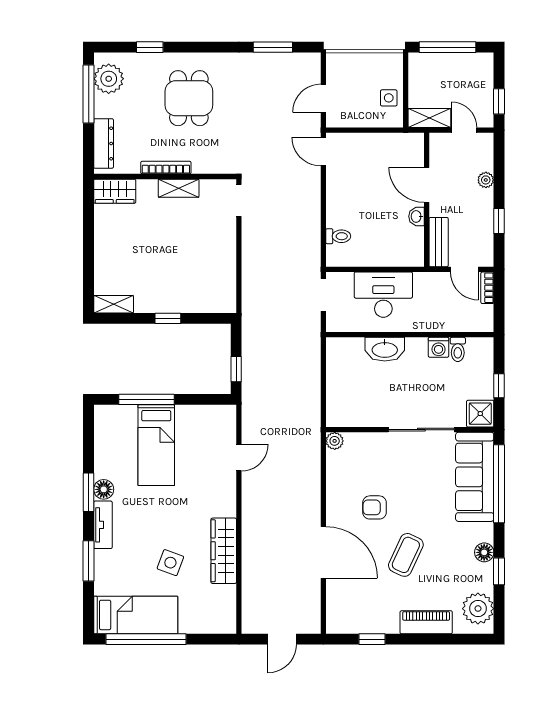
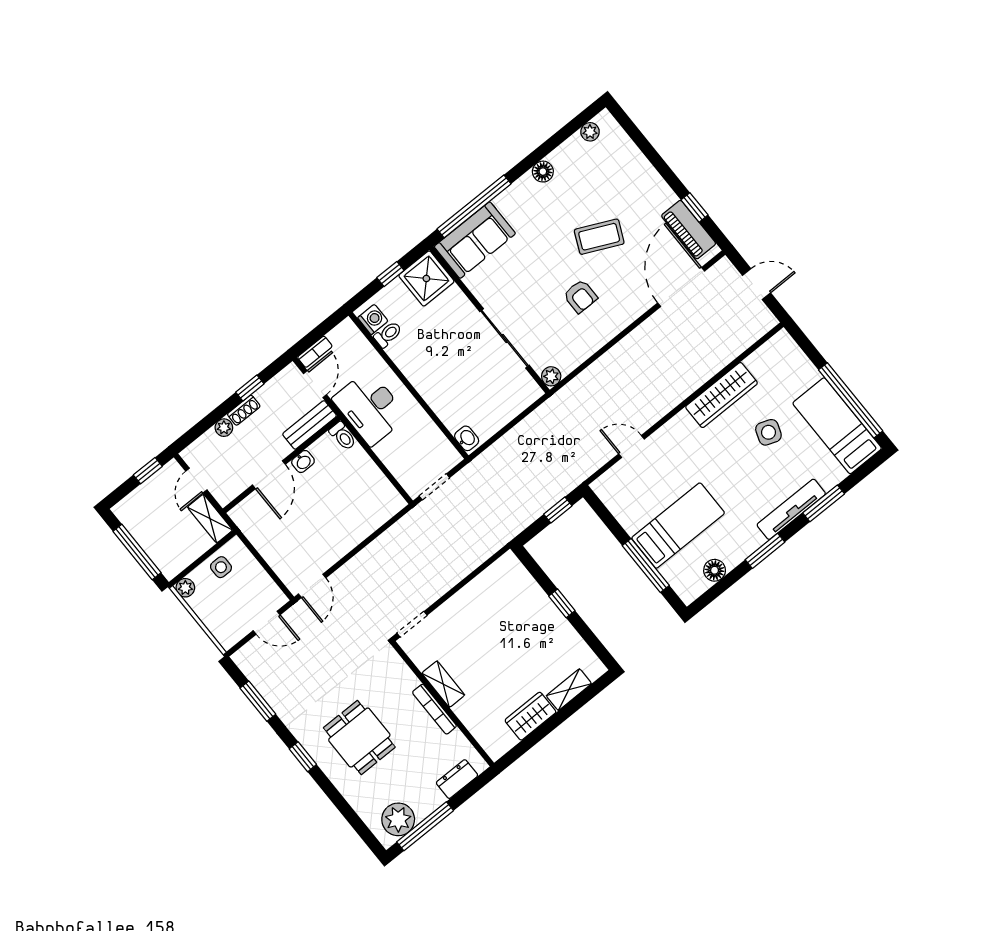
window: (150, 47) -> (303, 757), moved
plant: (395, 61) -> (185, 588), added
dining table: (189, 98) -> (359, 737), turned 90
dresser: (104, 143) -> (457, 779), width x0.70
wardrobe: (115, 191) -> (530, 716), moved, turned -90
shoe rack: (487, 204) -> (244, 410), added
toilet: (338, 236) -> (343, 436), moved, turned 180
desk: (383, 295) -> (370, 408), moved
shelving: (114, 304) -> (569, 690), moved, turned 90
washing machine: (439, 347) -> (373, 319), moved
washbasin: (385, 349) -> (467, 438), moved, width x0.52, depth x0.69
shower: (480, 414) -> (426, 278), width x1.36, depth x1.36
sliding door: (421, 430) -> (505, 338), moved
sofa: (475, 477) -> (475, 240), width x0.73
floor lamp: (104, 489) -> (715, 570), moved
tv unit: (103, 525) -> (791, 509), width x1.41
door: (323, 552) -> (681, 287), moved
window: (499, 571) -> (549, 146), removed
plant: (478, 609) -> (590, 132), width x0.53, depth x0.53
piano: (426, 622) -> (689, 230), moved

